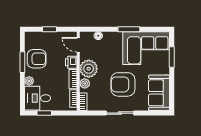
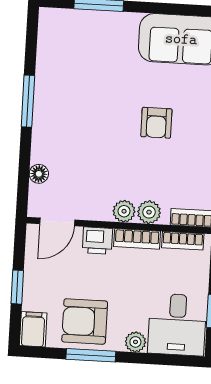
filing cabinet: (32, 37) -> (33, 329), added
corner sofa: (146, 48) -> (75, 63), removed
armchair: (37, 59) -> (85, 321), turned -90
plant: (89, 69) -> (124, 211), width x0.53, depth x0.53
armchair: (123, 84) -> (156, 123), width x0.53, depth x0.53

